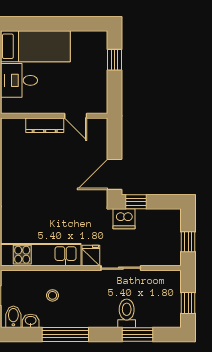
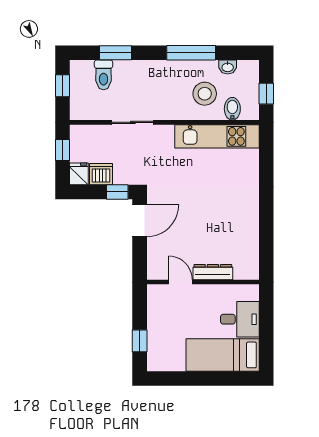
dishwasher: (124, 219) -> (101, 174), moved
fridge: (91, 256) -> (79, 174), moved, turned 180
stool: (52, 295) -> (205, 94), width x1.89, depth x1.89
toilet: (127, 313) -> (104, 75), moved
bidet: (13, 317) -> (232, 109), moved, turned 180

